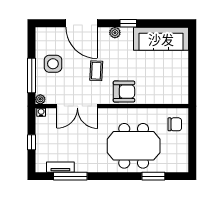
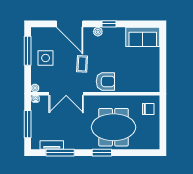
sofa: (161, 39) -> (143, 37), width x0.73
window: (32, 75) -> (28, 51), moved
window: (32, 142) -> (28, 124), width x2.17
window: (153, 176) -> (102, 153), moved

